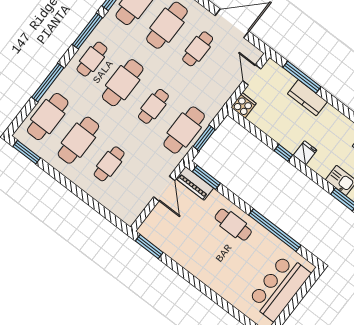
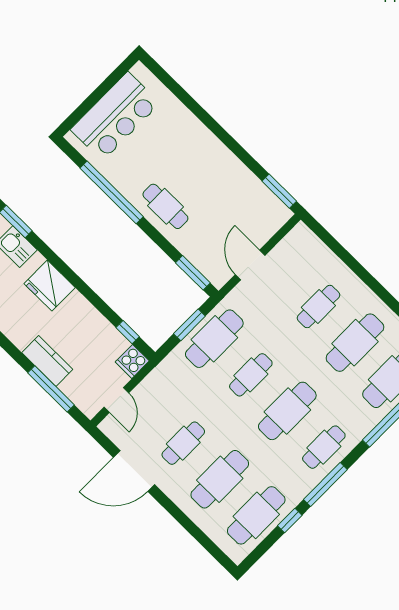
window: (283, 153) -> (128, 332), moved
fridge: (305, 153) -> (50, 286), width x1.88, depth x1.34
piano: (195, 183) -> (209, 267), removed

